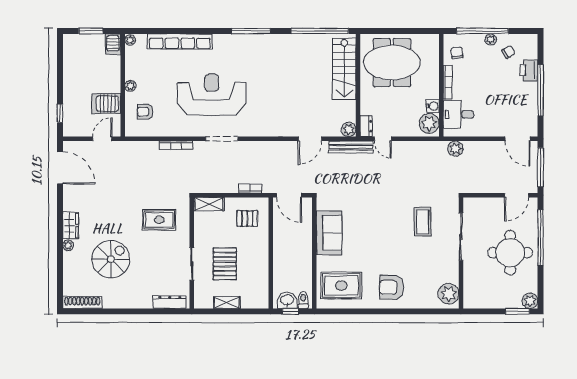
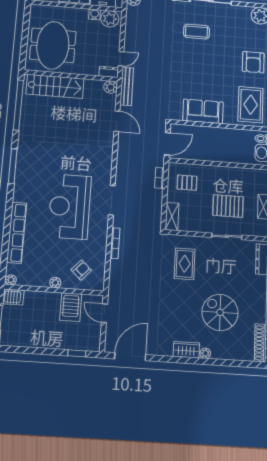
armchair: (145, 112) -> (81, 270), turned -137
pallet: (247, 219) -> (187, 183), turned 90

